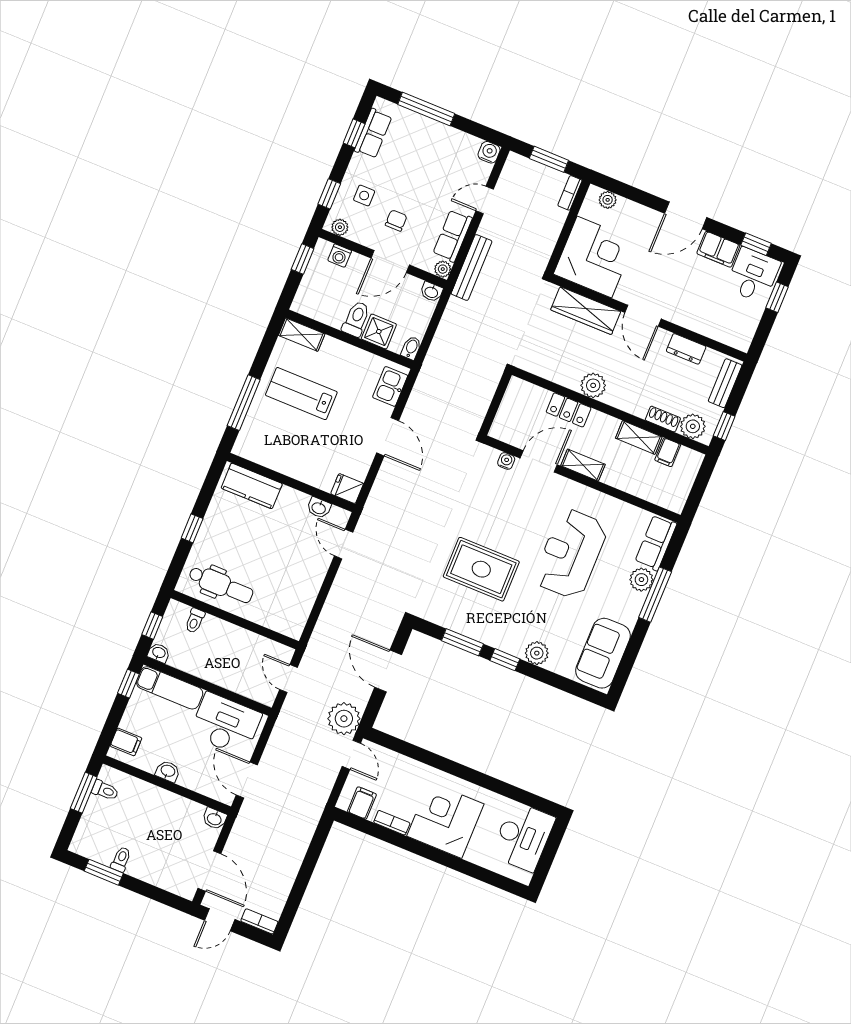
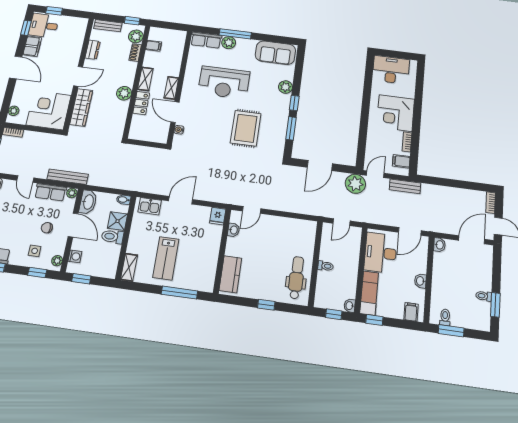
washbasin: (431, 292) -> (88, 202), width x1.91, depth x1.45
shelving: (639, 437) -> (145, 79), moved
toilet: (195, 621) -> (325, 266), moved
bench: (320, 796) -> (405, 186), added

